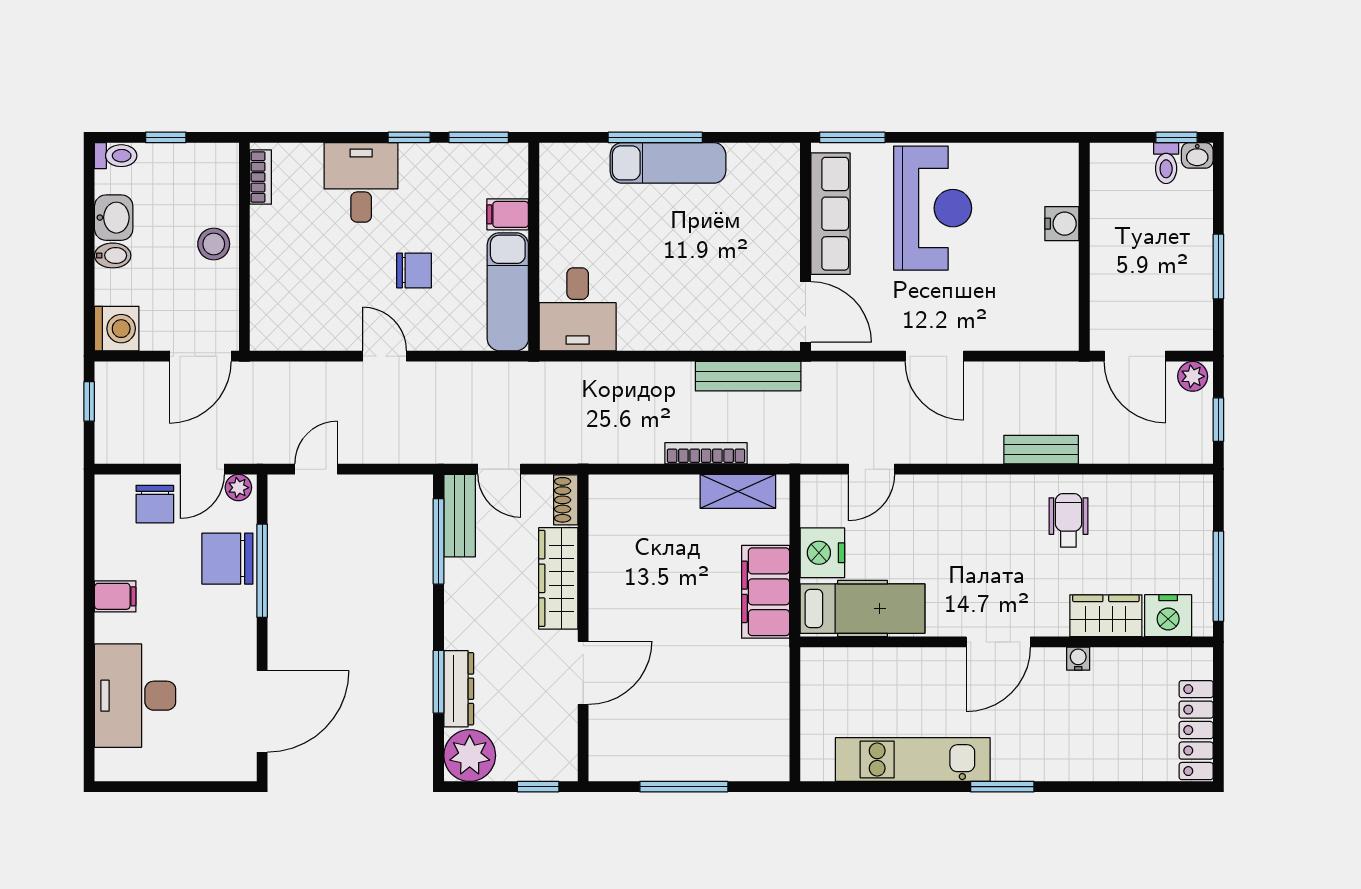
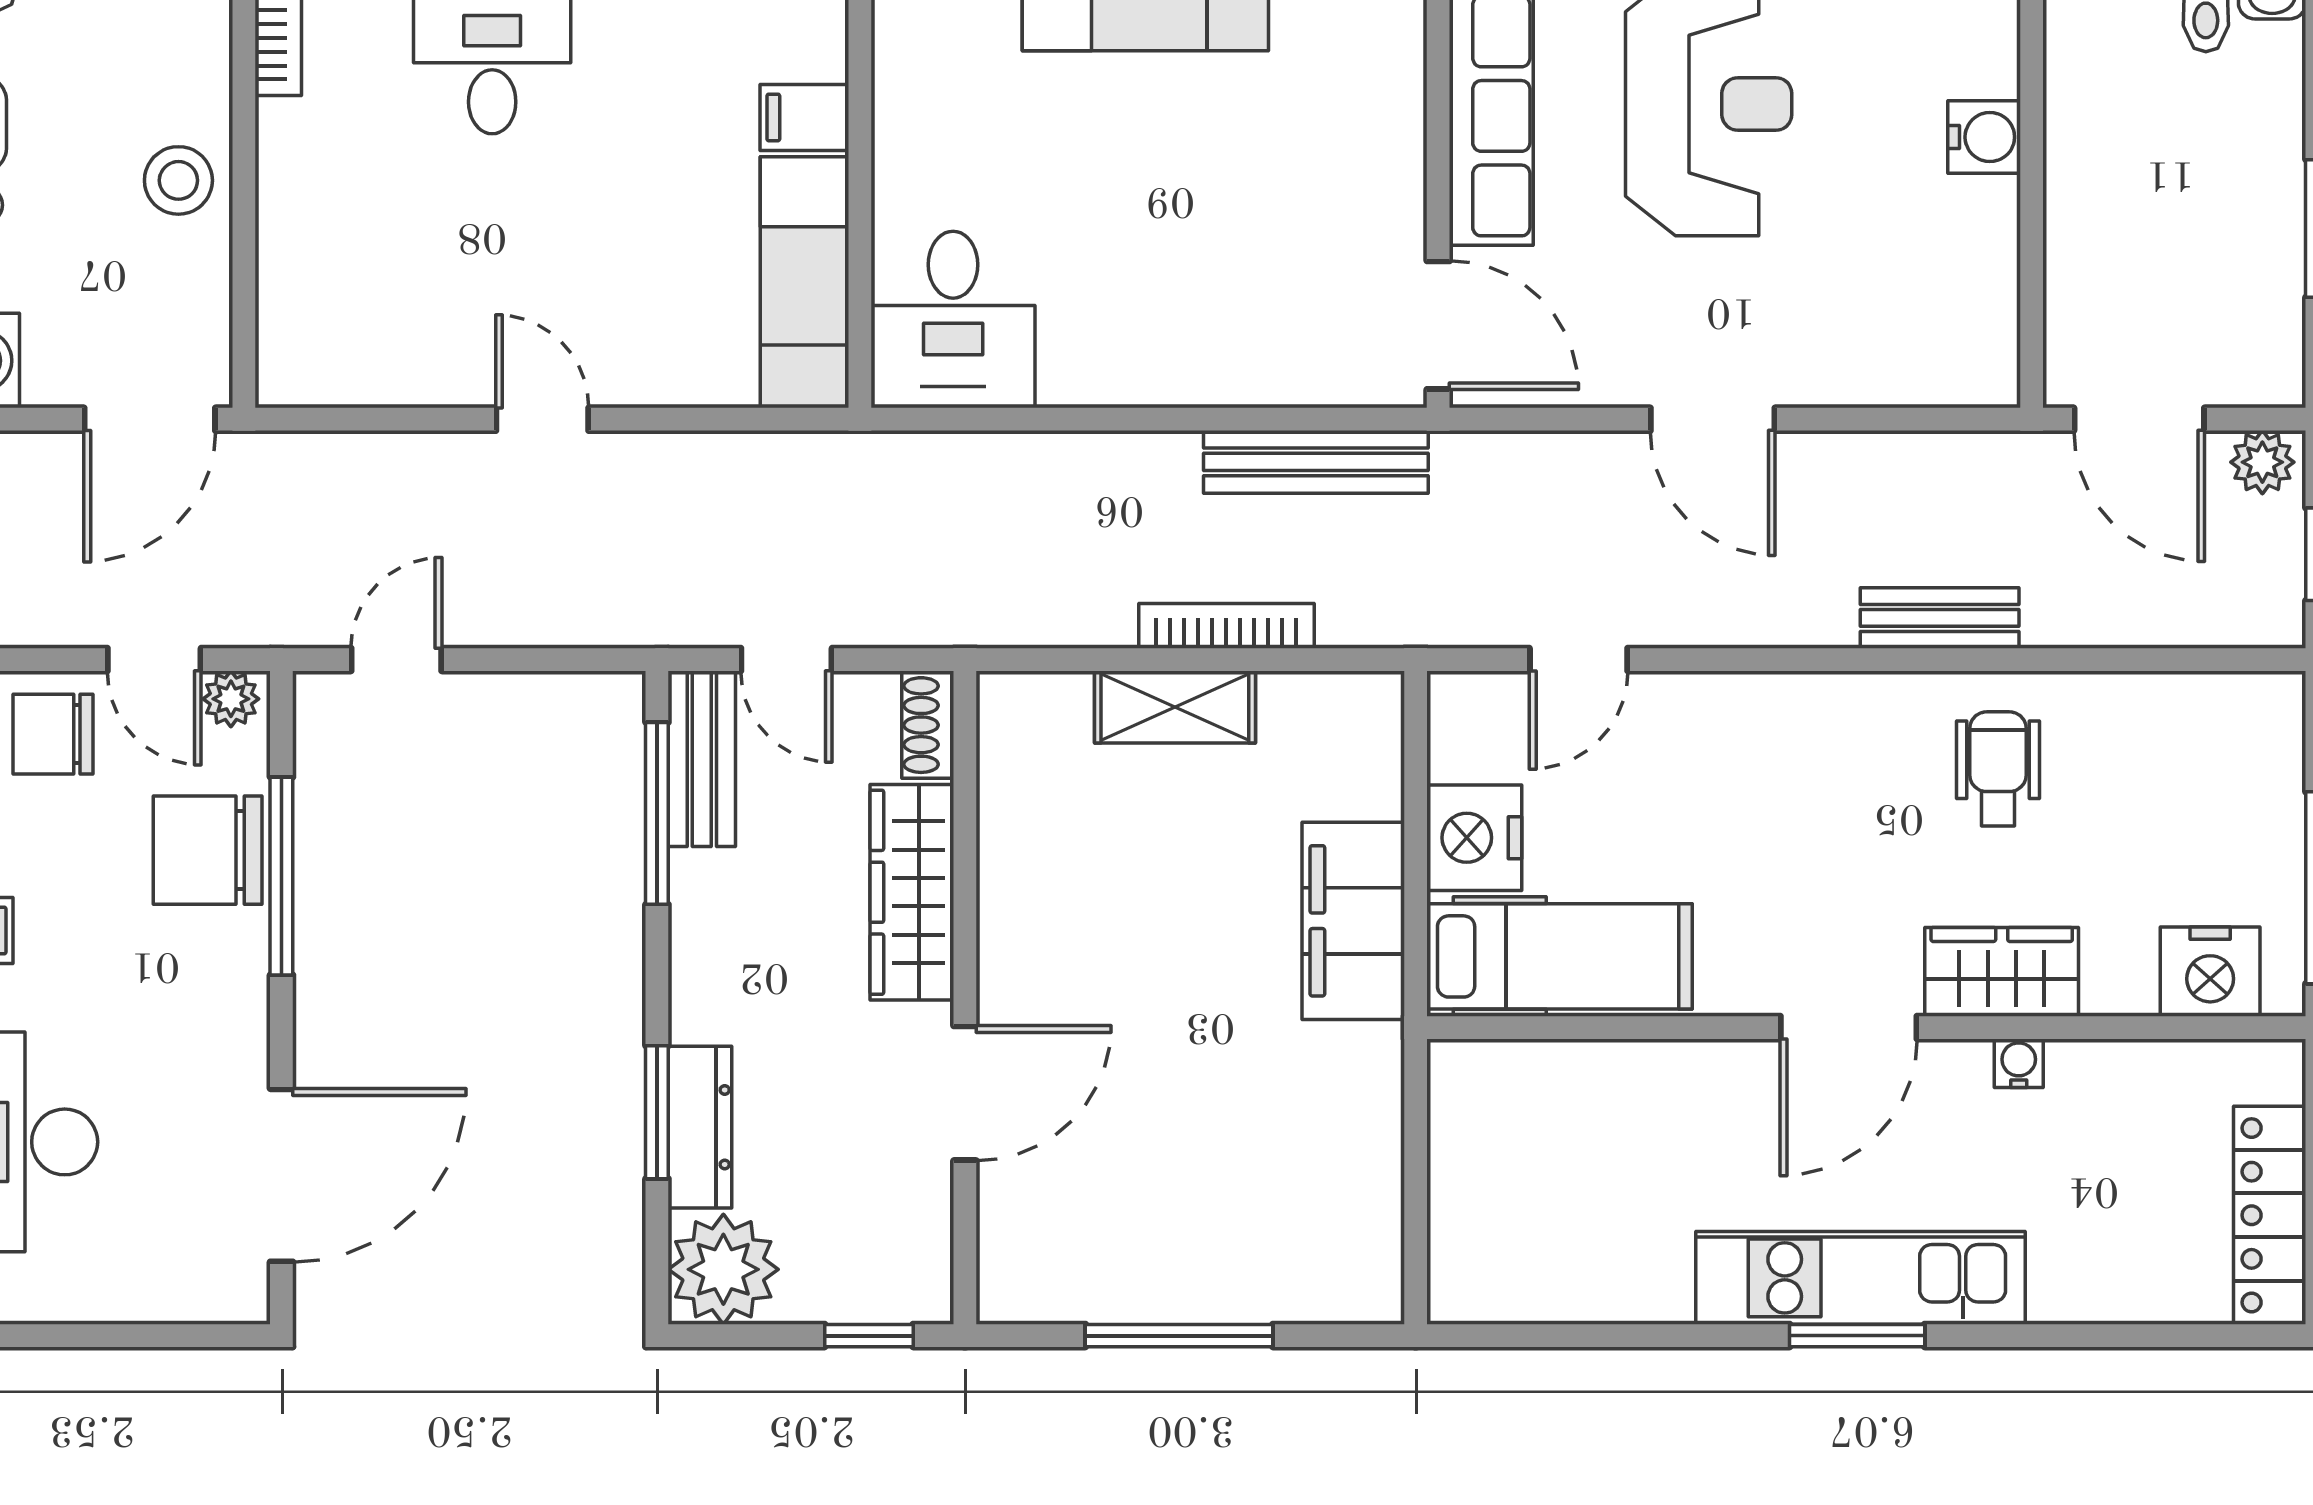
chair: (414, 270) -> (605, 237), removed
door: (202, 469) -> (154, 660), hinge flipped
shelving: (738, 491) -> (1175, 707), moved
chair: (155, 504) -> (53, 734), turned 90
wardrobe: (1106, 616) -> (2002, 972), moved
kitchen unit: (913, 760) -> (1860, 1278), moved

